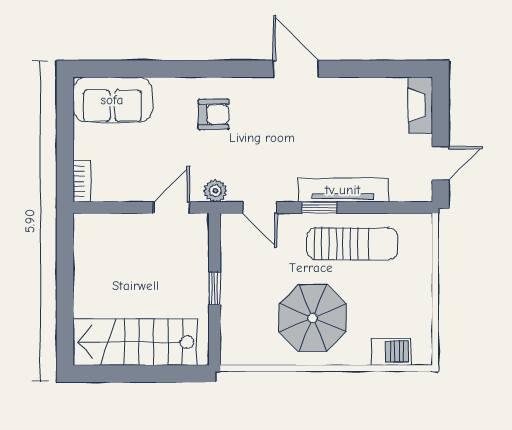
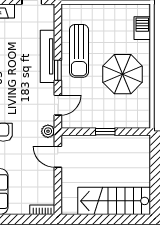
sun lounger: (352, 244) -> (79, 51), turned 180
stairs: (135, 342) -> (114, 201), moved, turned 90

